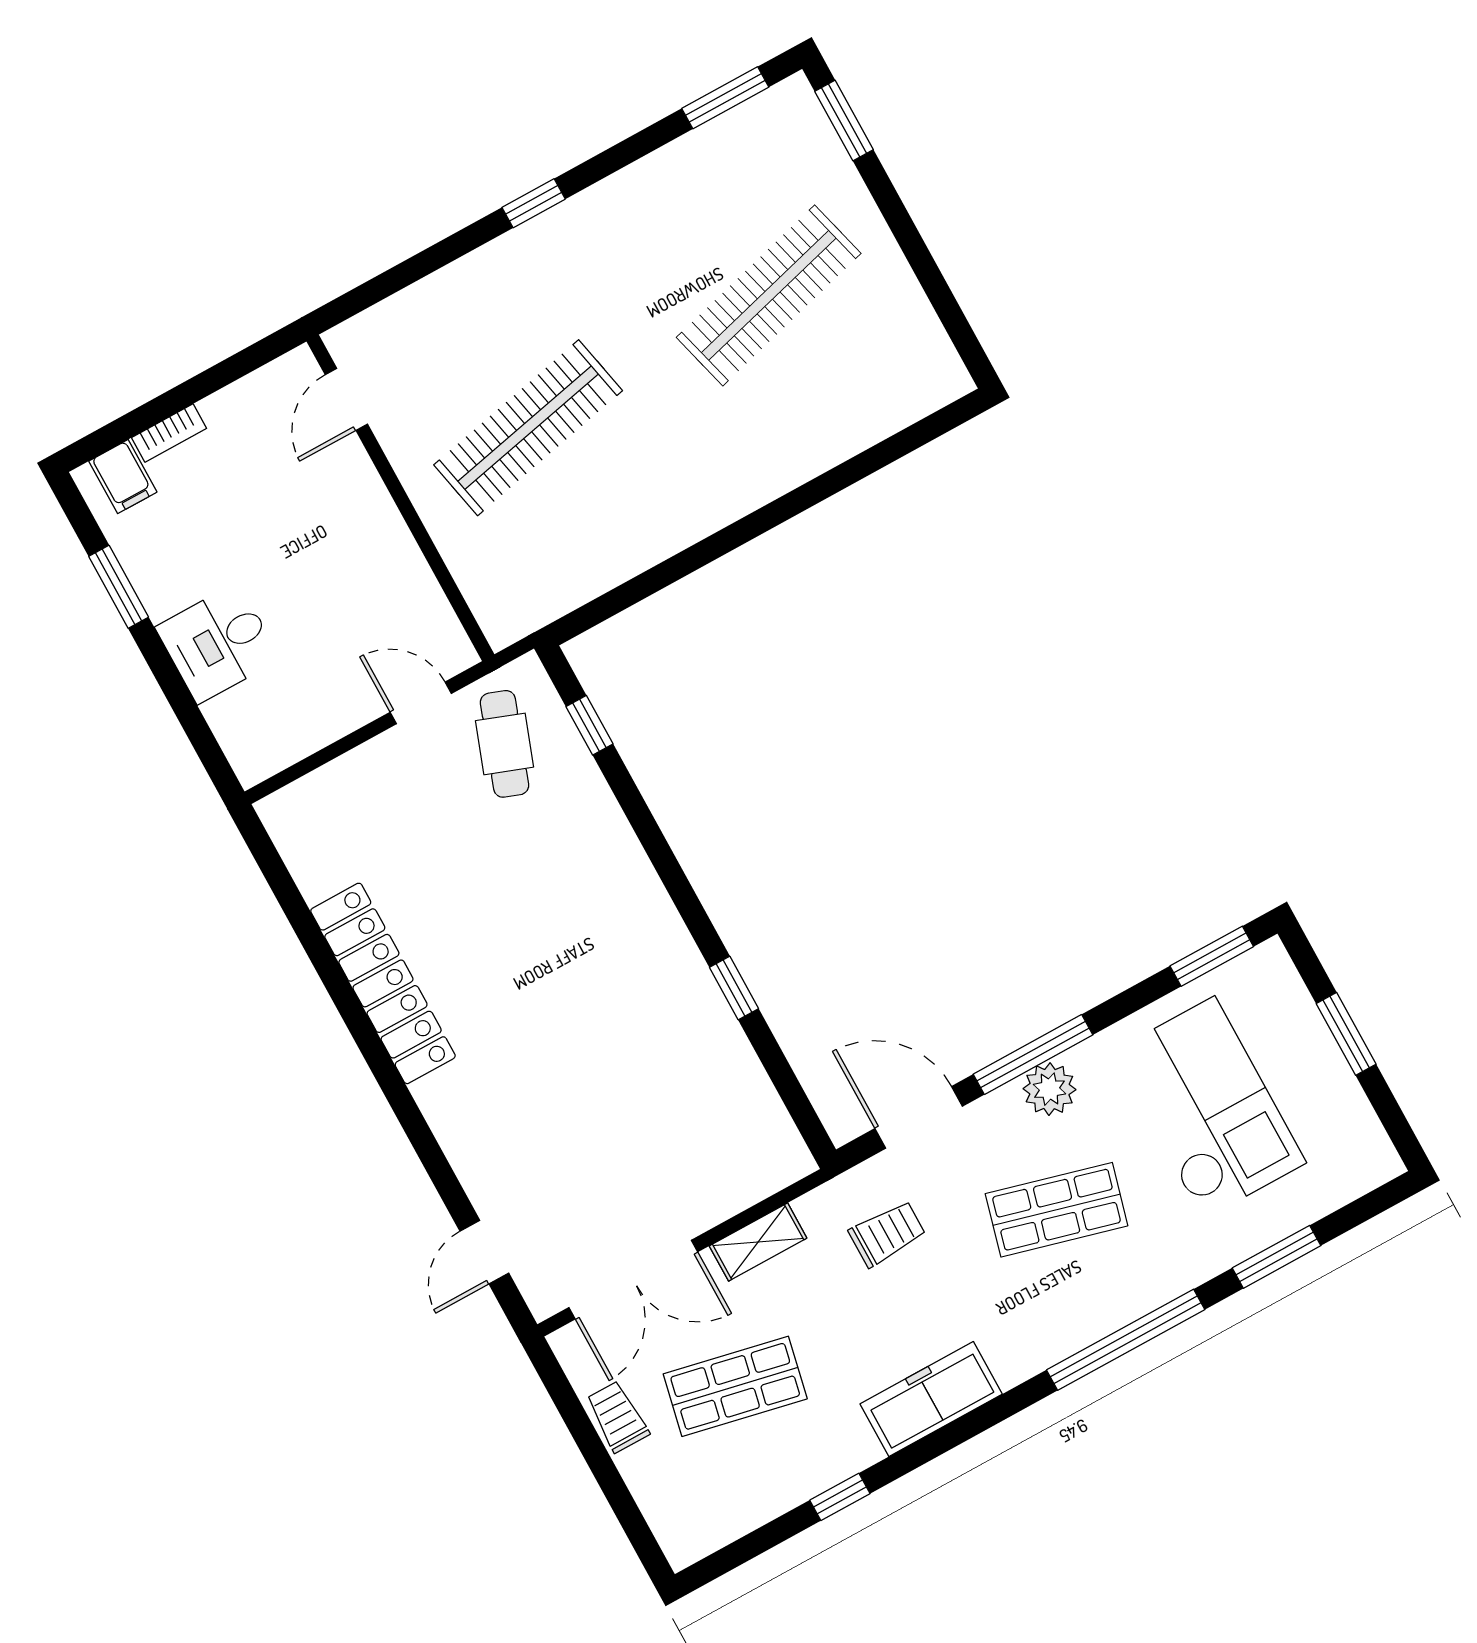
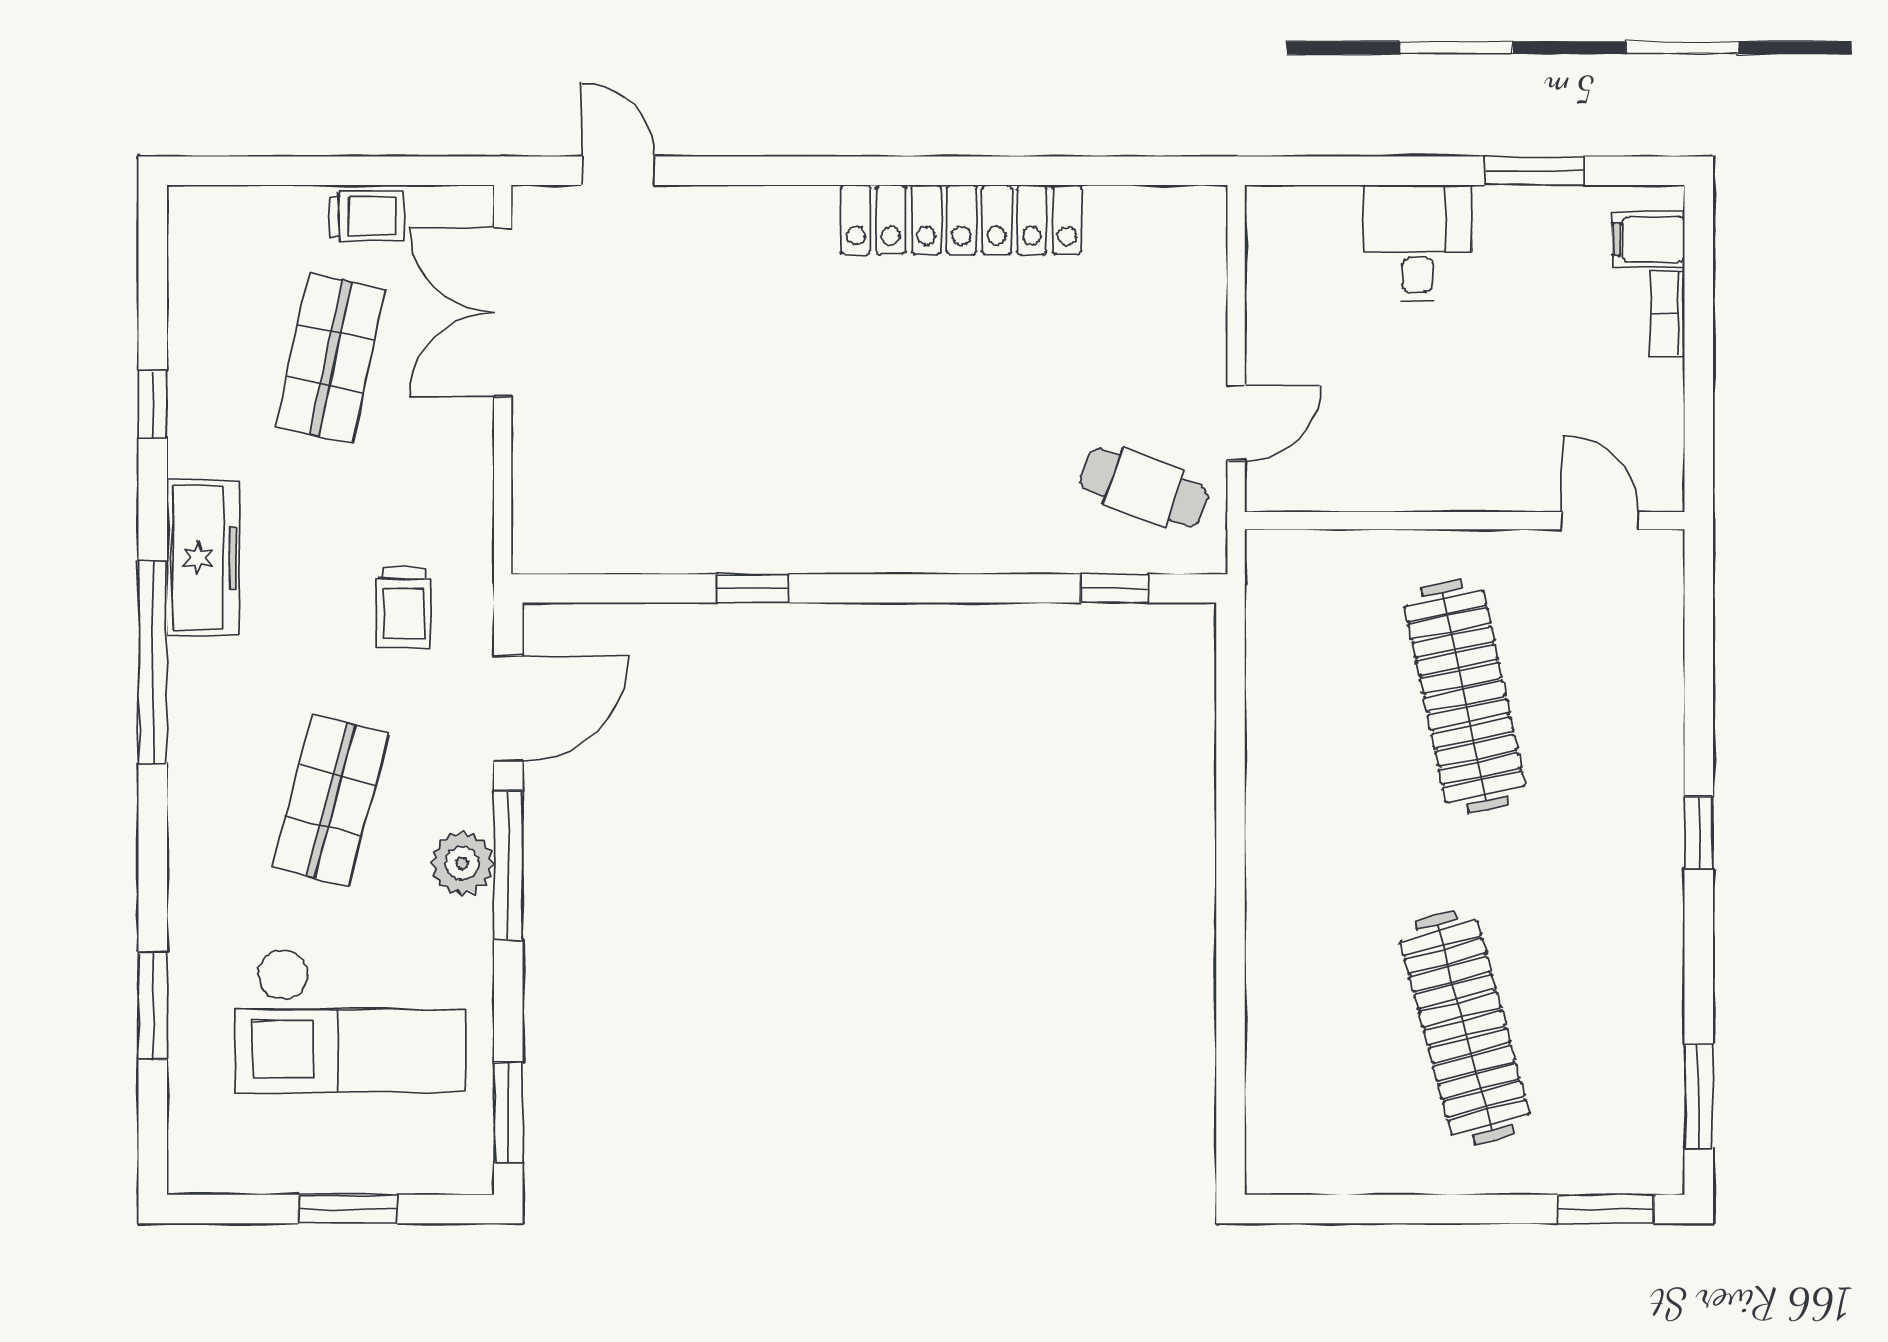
shelving: (758, 1242) -> (470, 466), removed
window: (1126, 1340) -> (153, 662), moved

